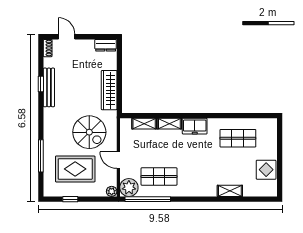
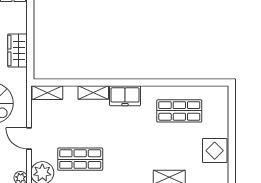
wardrobe: (109, 90) -> (17, 50), width x0.67
shelving: (144, 124) -> (47, 93), moved

